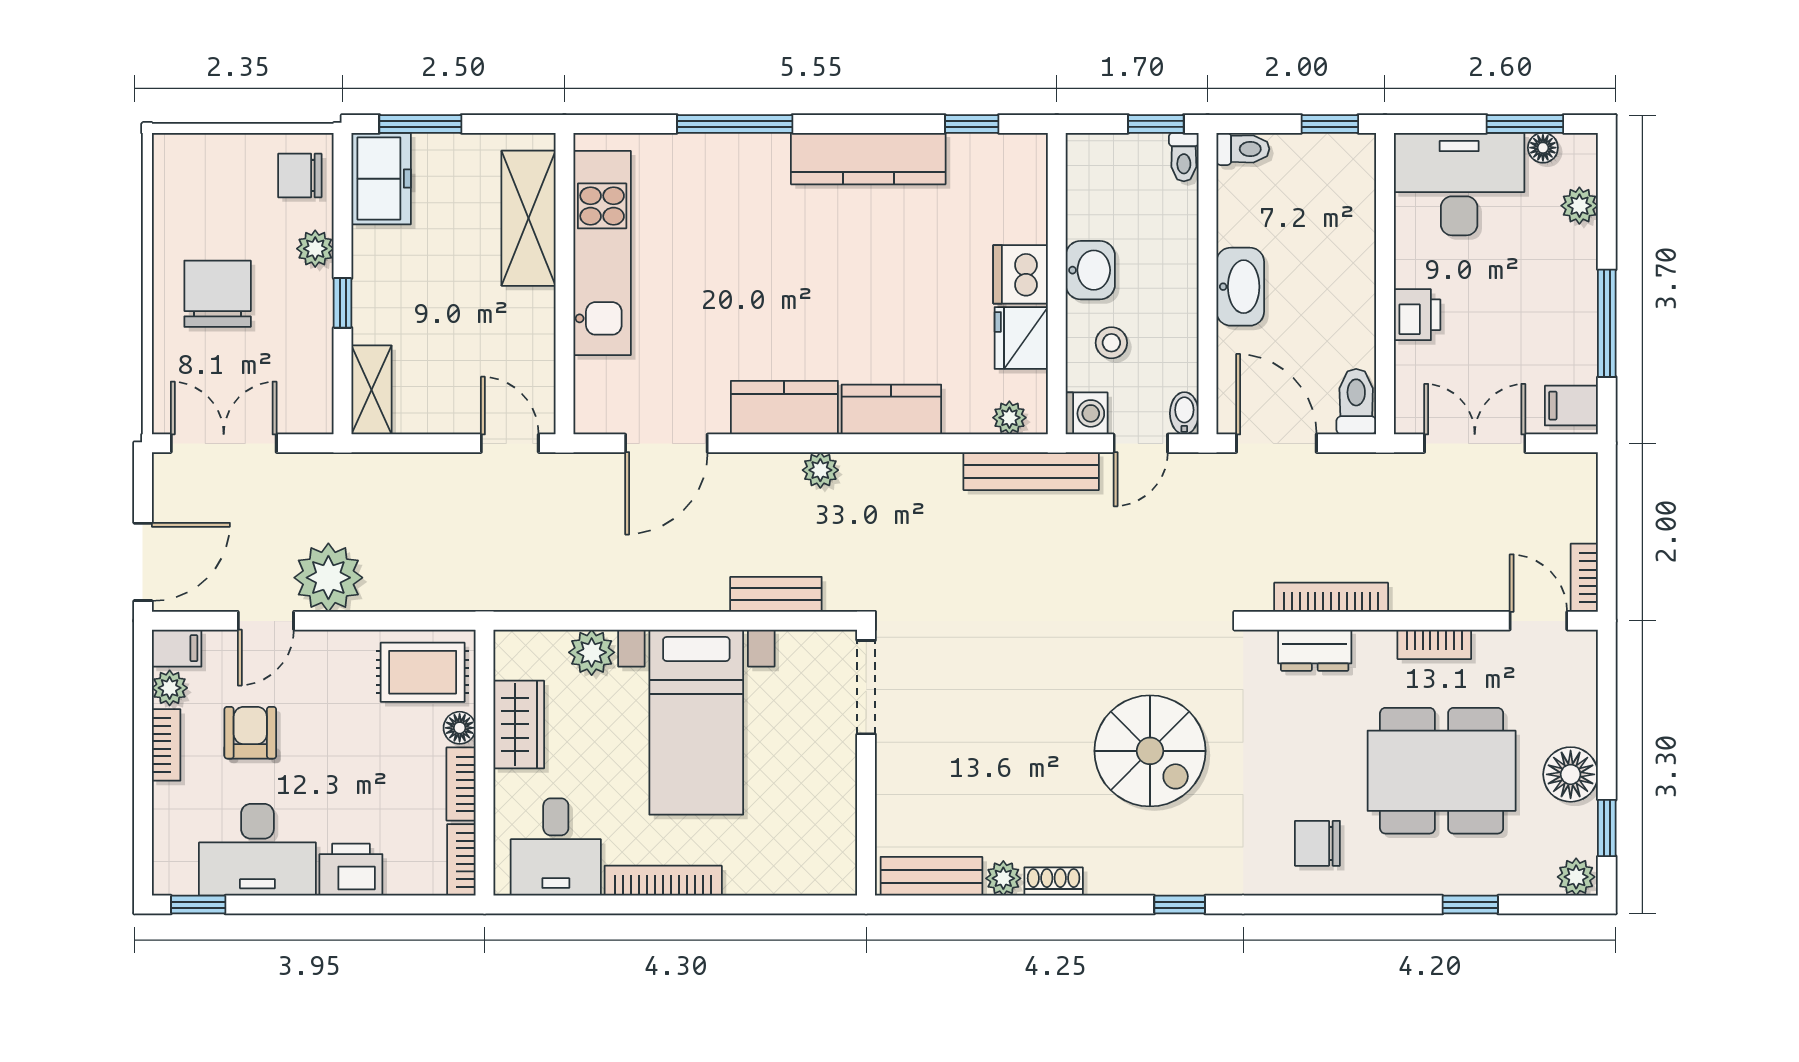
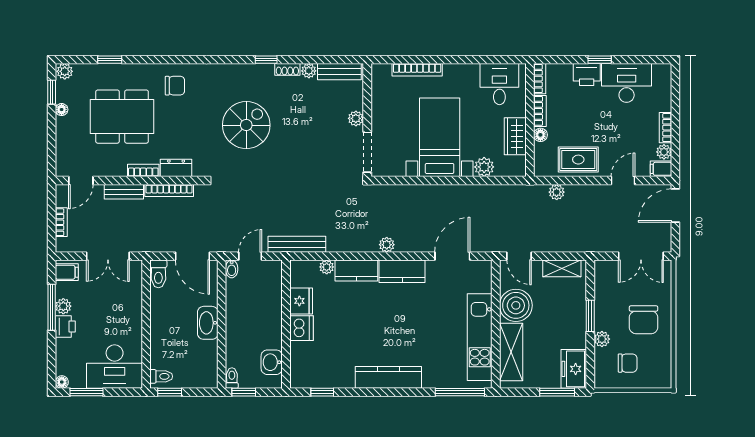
window: (735, 124) -> (460, 392), moved
floor lamp: (1543, 148) -> (62, 382), moved
toilet: (1243, 149) -> (161, 376), moved, turned 180
kitchen counter: (868, 159) -> (388, 377), moved
chair: (300, 175) -> (628, 363), moved
plant: (1579, 206) -> (63, 306), moved
washbasin: (1090, 270) -> (272, 362), moved
window: (343, 303) -> (590, 316), width x1.50
printer: (1417, 315) -> (65, 326), moved, turned 180
boiler: (517, 328) -> (516, 305), added
stool: (1111, 343) -> (263, 299), removed
shelving: (372, 390) -> (562, 268), moved, turned 90
washing machine: (1087, 413) -> (273, 269), removed
plant: (1009, 418) -> (327, 267), moved
plant: (328, 578) -> (557, 192), moved, width x0.53, depth x0.53
bookcase: (1584, 578) -> (61, 222), moved
bench: (776, 594) -> (124, 192), moved
door: (1538, 621) -> (81, 181), hinge flipped
bookcase: (1434, 644) -> (143, 170), moved
rug: (423, 672) -> (578, 160), moved
armchair: (250, 733) -> (630, 133), removed
spiral stairs: (1150, 751) -> (246, 125), turned 90
plant: (893, 766) -> (356, 118), added
floor lamp: (1571, 774) -> (62, 110), width x0.53, depth x0.53
bookcase: (663, 881) -> (417, 70), moved
window: (198, 905) -> (600, 60), moved
window: (1180, 905) -> (266, 60), moved

